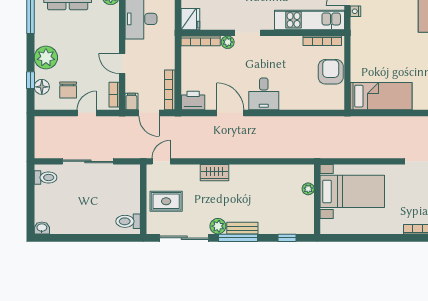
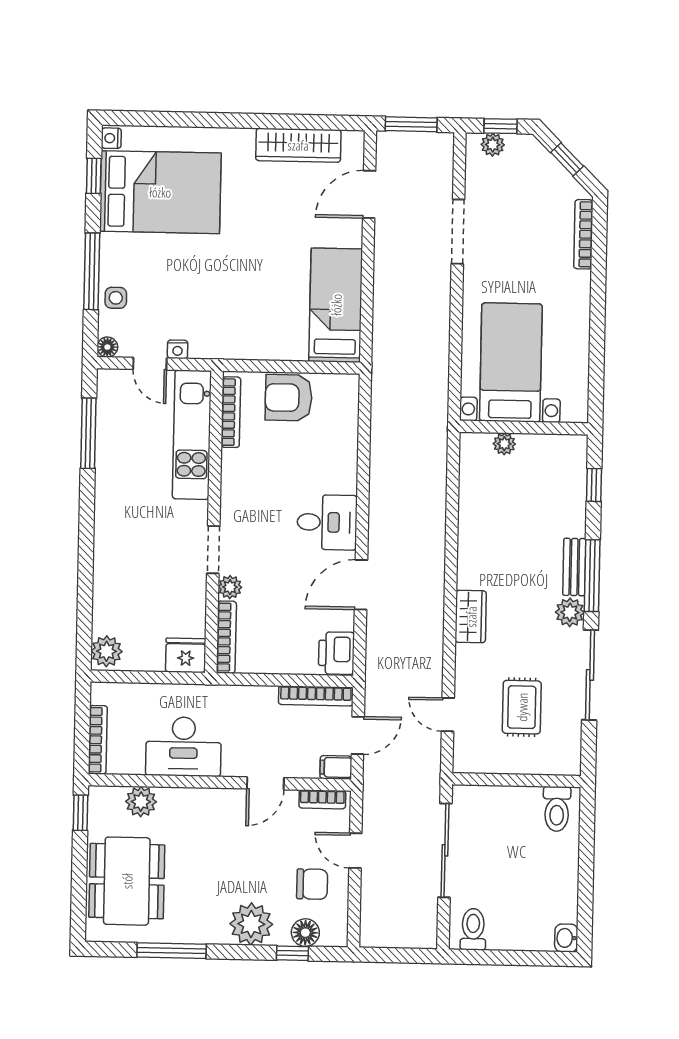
wall: (143, 199) -> (516, 780), moved
toilet: (128, 221) -> (557, 809), moved

